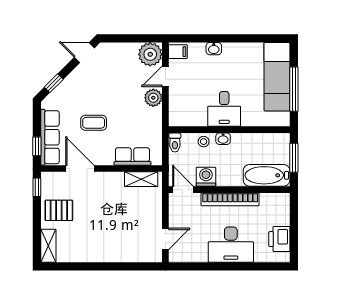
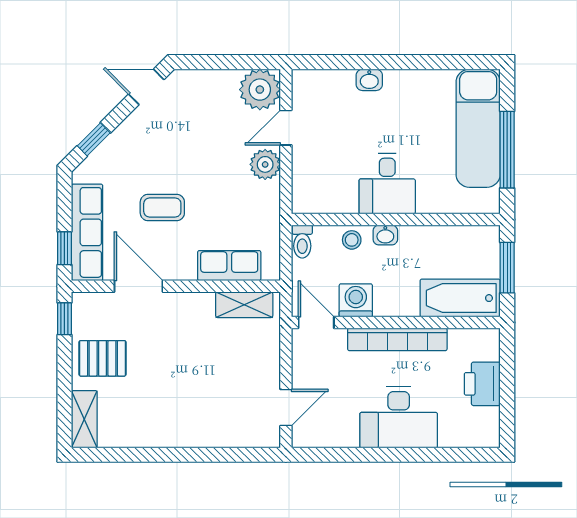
filing cabinet: (178, 52) -> (307, 85), removed
printer: (279, 239) -> (482, 384), moved

